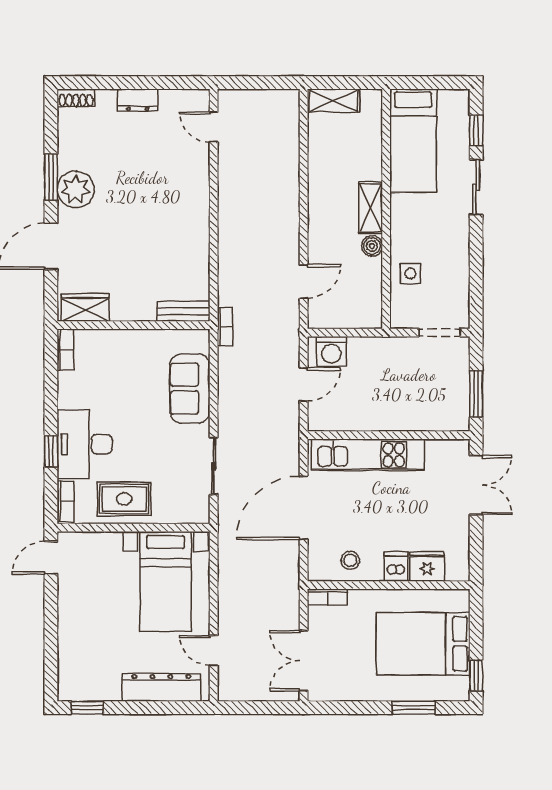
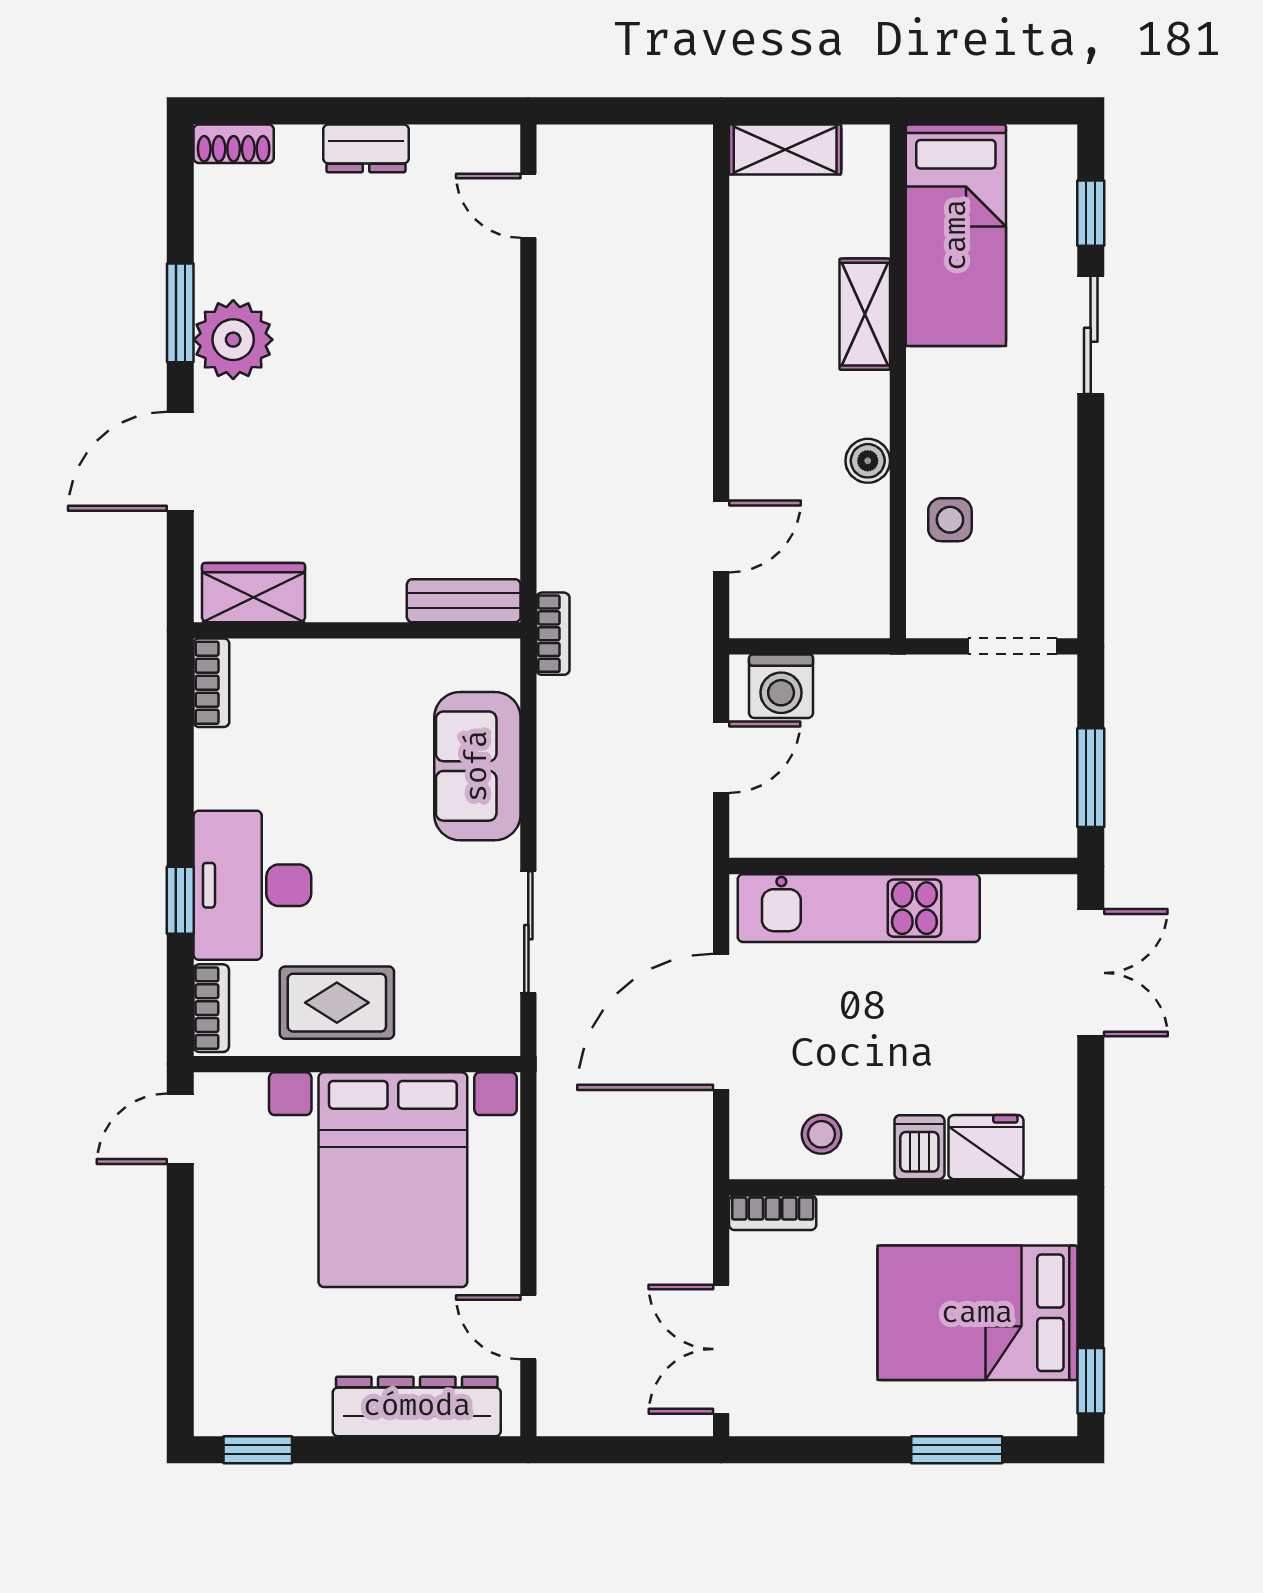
shelving: (371, 208) -> (865, 314), moved
bed with nightstands: (166, 582) -> (393, 1180), width x1.36

